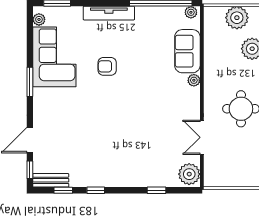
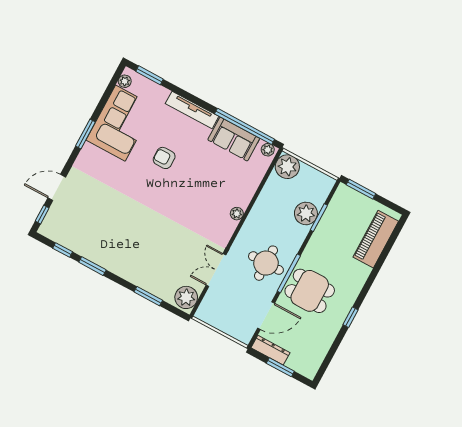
plant: (237, 18) -> (287, 167), moved
sofa: (187, 51) -> (234, 139), moved, turned -90
bench: (51, 180) -> (56, 235), removed
window: (96, 190) -> (92, 266), width x1.50
window: (157, 190) -> (148, 296), width x1.50

